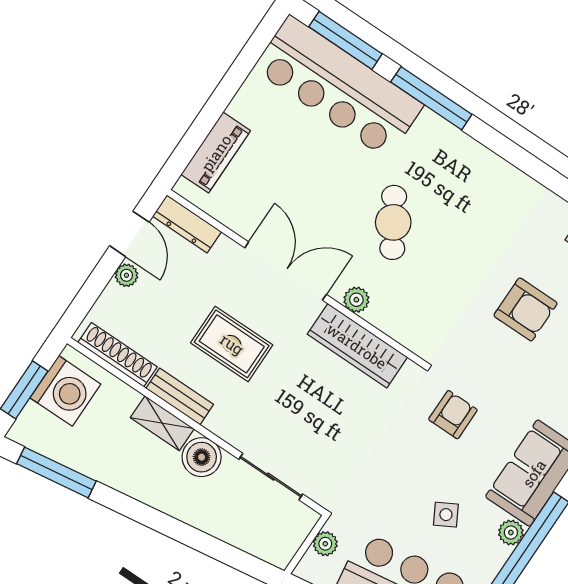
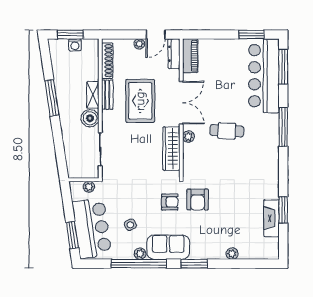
window: (247, 59) -> (251, 35), added
window: (431, 98) -> (283, 127), moved
piano: (216, 153) -> (190, 56), moved, turned -90
cafe table: (393, 222) -> (227, 131), turned 35
armchair: (525, 309) -> (198, 200), moved
rug: (232, 344) -> (140, 101), width x1.36, depth x1.43
washing machine: (65, 391) -> (75, 45), width x0.53, depth x0.53
window: (56, 472) -> (52, 98), moved

